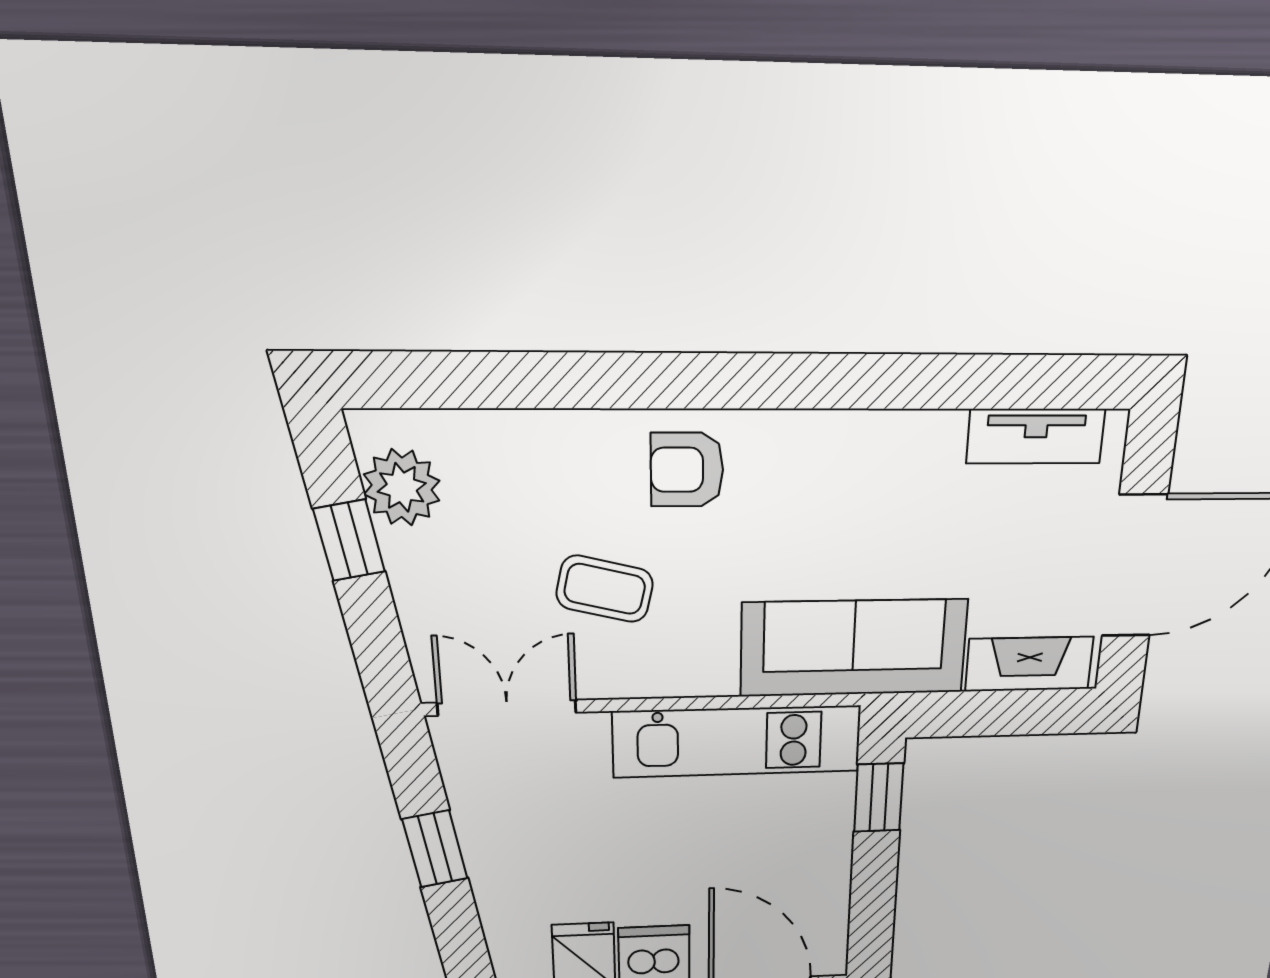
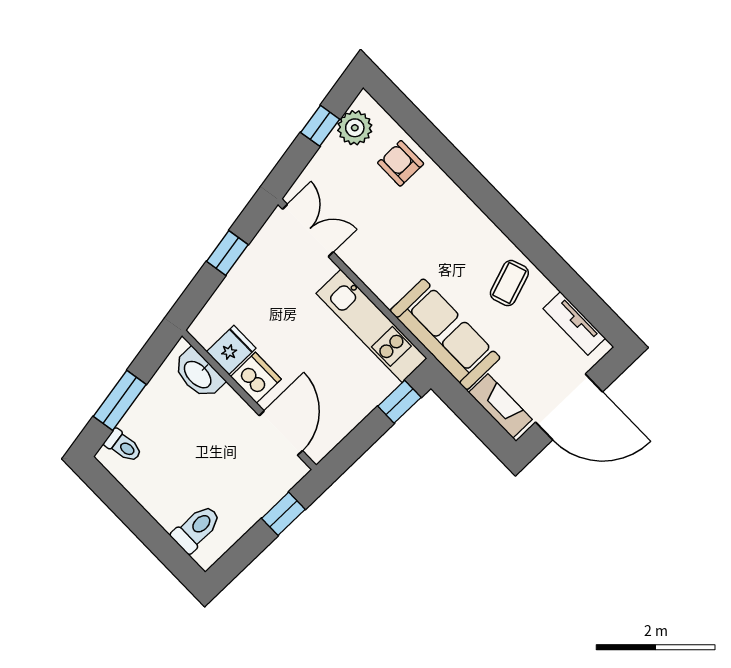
armchair: (687, 470) -> (401, 163), moved
coffee table: (605, 589) -> (509, 283), moved, turned 58

